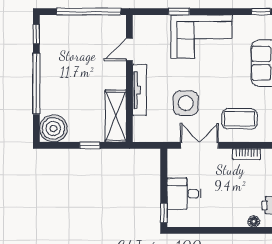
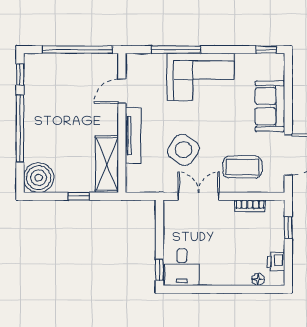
window: (179, 12) -> (176, 50), width x2.17
side table: (186, 103) -> (183, 150), turned 34
desk: (184, 194) -> (182, 267), moved, turned -90

